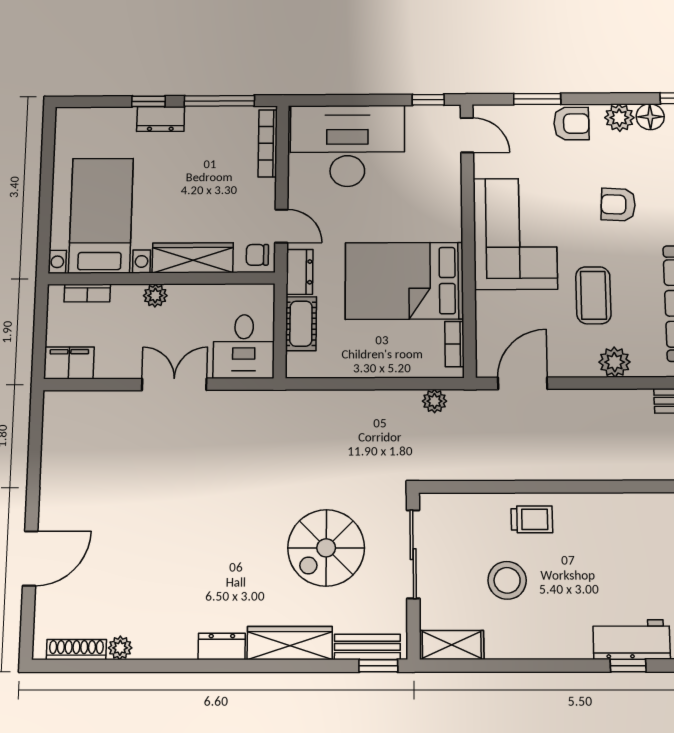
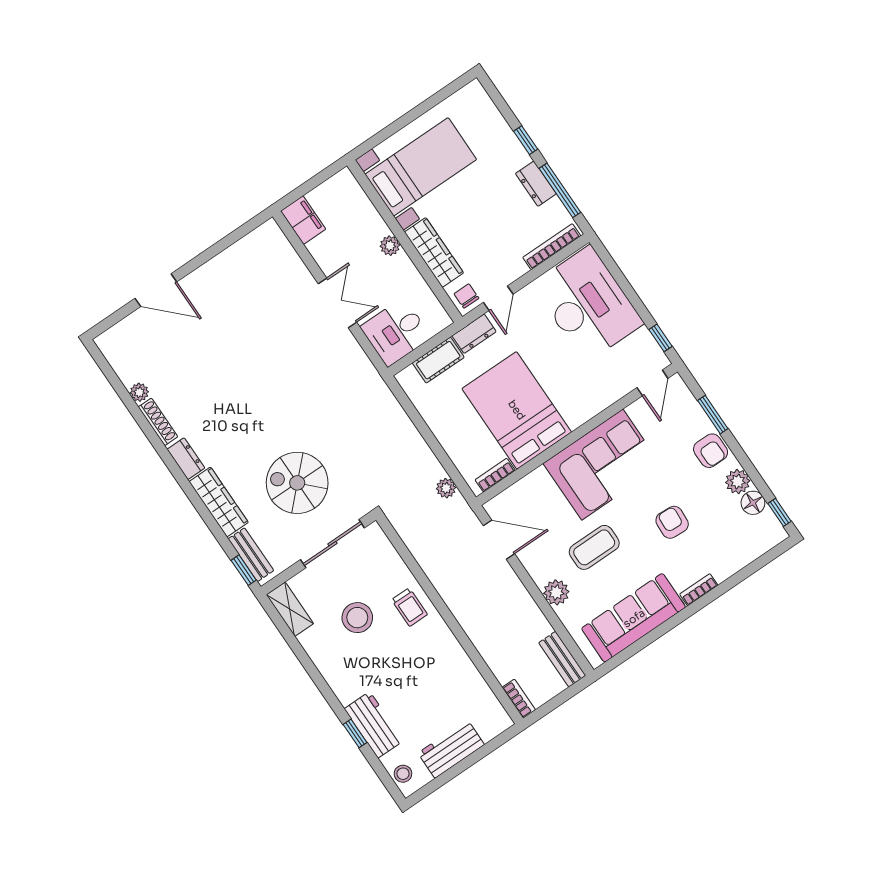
dresser: (161, 119) -> (536, 184), moved
bookcase: (87, 293) -> (360, 197), removed
shoe rack: (76, 650) -> (158, 422), moved

